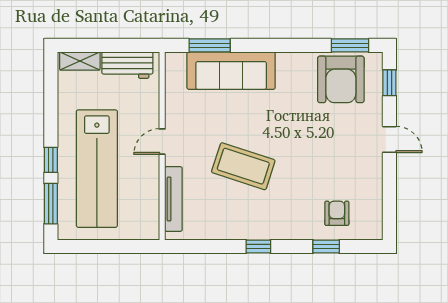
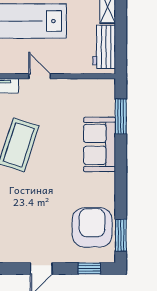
sofa: (231, 71) -> (100, 144), width x0.73
armchair: (341, 79) -> (92, 227), turned 90

